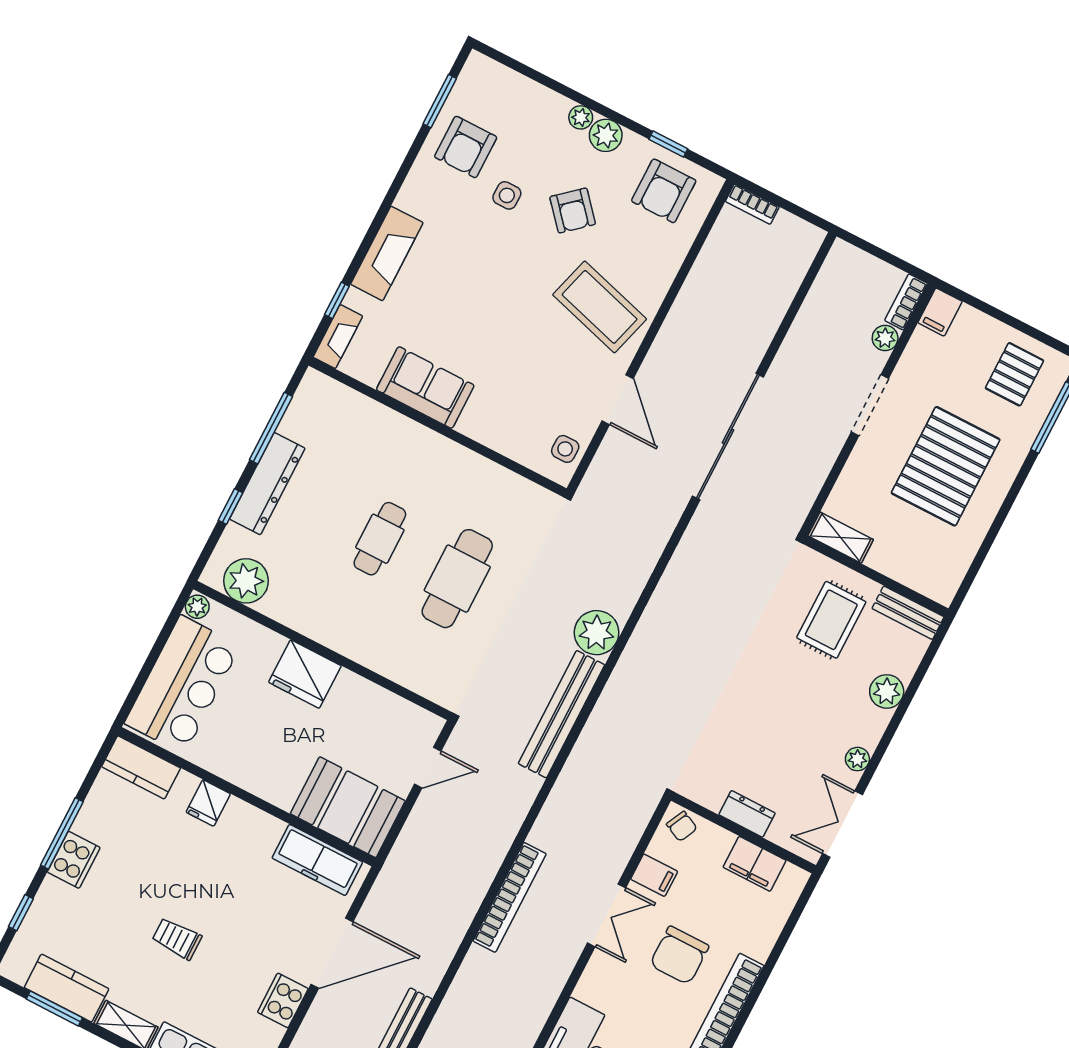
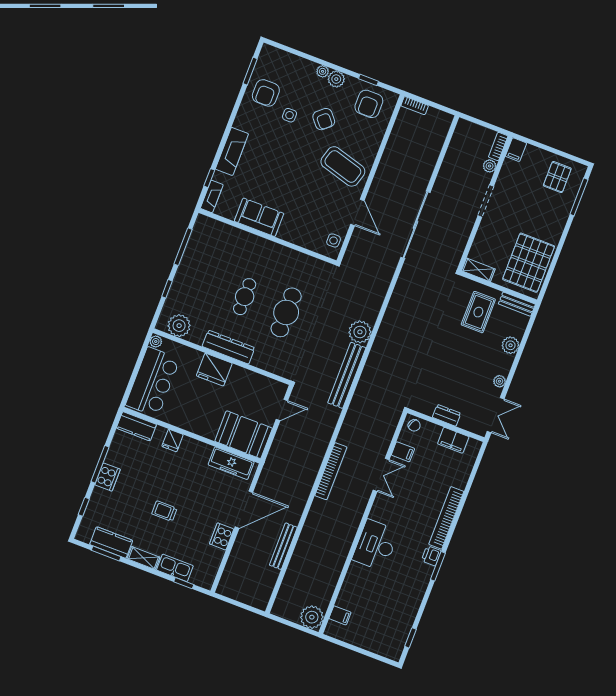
pallet: (946, 466) -> (529, 263), moved
dresser: (267, 484) -> (228, 347), moved, turned -90
double door: (842, 824) -> (496, 415), swing flipped
chair: (679, 955) -> (420, 491), removed

